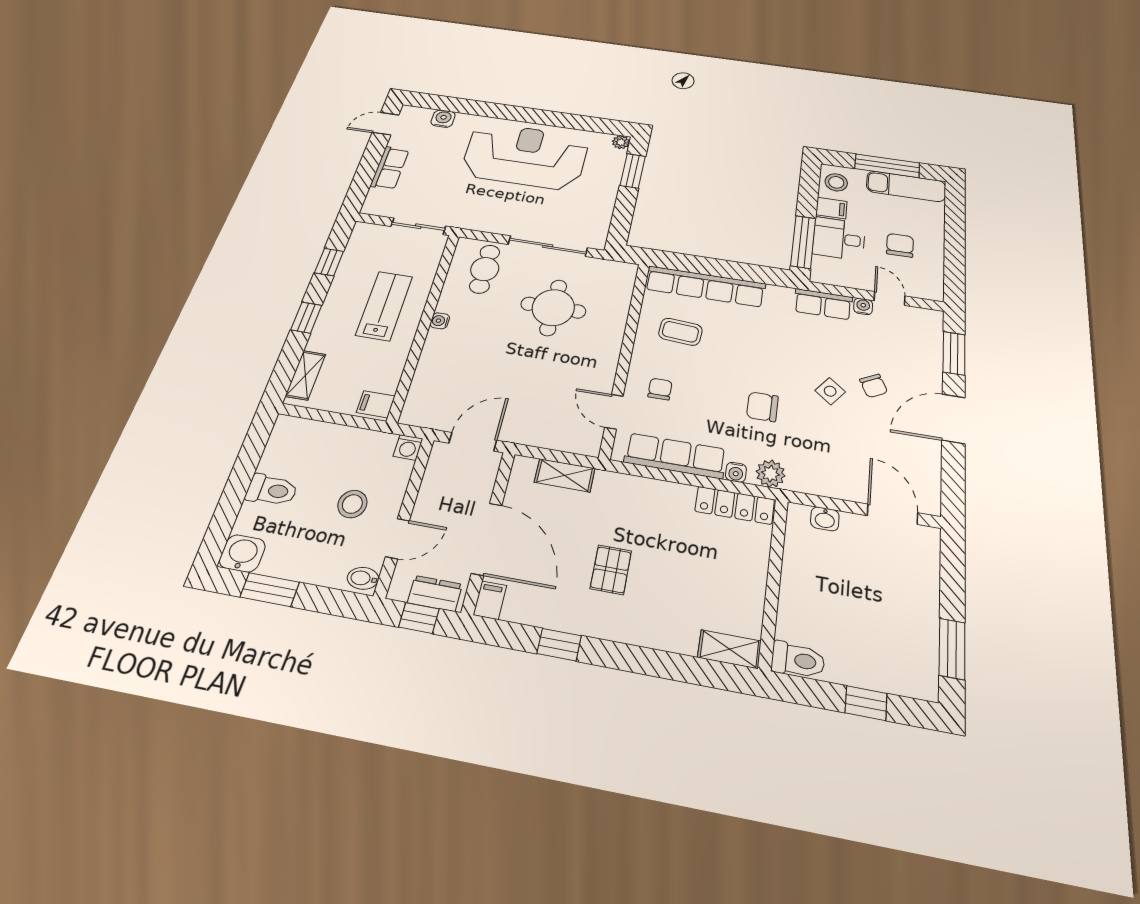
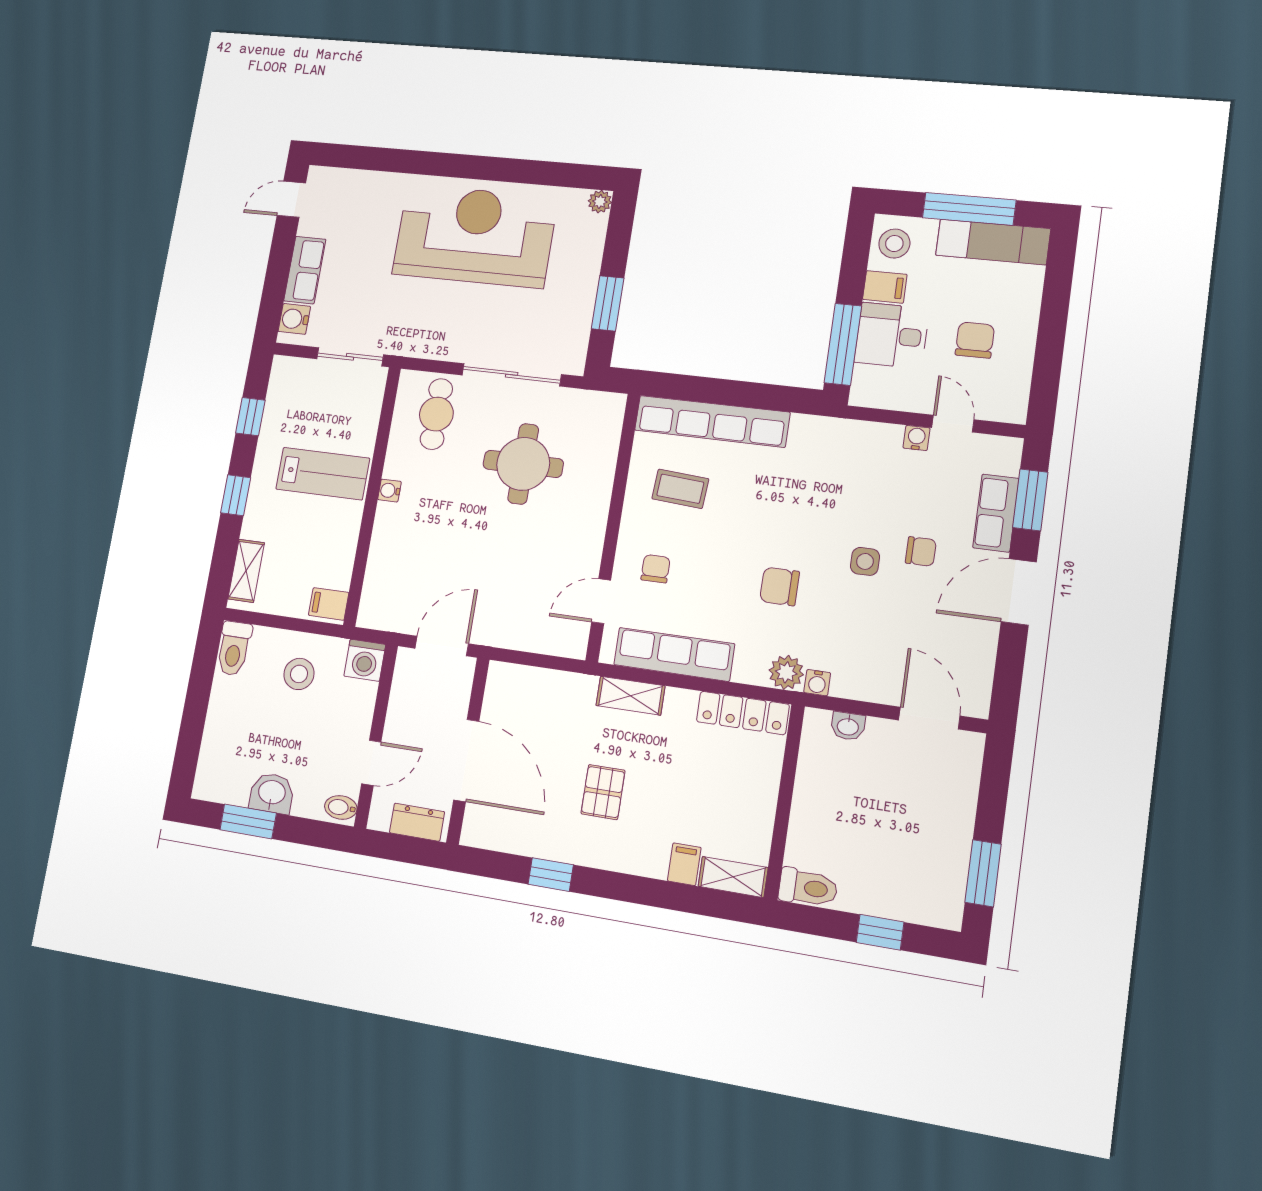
water cooler: (443, 119) -> (294, 319), moved, turned -90
window: (633, 171) -> (608, 303), moved
row of seats: (823, 304) -> (996, 513), moved, turned 90
lab bench: (384, 306) -> (323, 474), turned 90
chair: (874, 386) -> (921, 551), turned -63
side table: (830, 391) -> (865, 561), turned -38
door: (614, 412) -> (601, 601), hinge flipped
washing machine: (408, 447) -> (365, 660), width x1.38, depth x1.38
water cooler: (736, 472) -> (817, 683), moved
shelving: (565, 475) -> (630, 696), moved
toilet: (272, 490) -> (234, 648), moved, turned 90
stool: (352, 504) -> (299, 674), moved
washbasin: (242, 553) -> (272, 793), moved
filing cabinet: (490, 600) -> (684, 864), moved
window: (419, 618) -> (403, 849), removed

